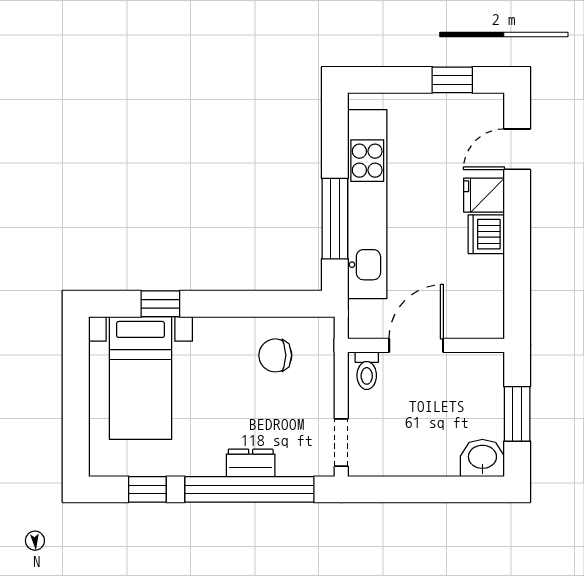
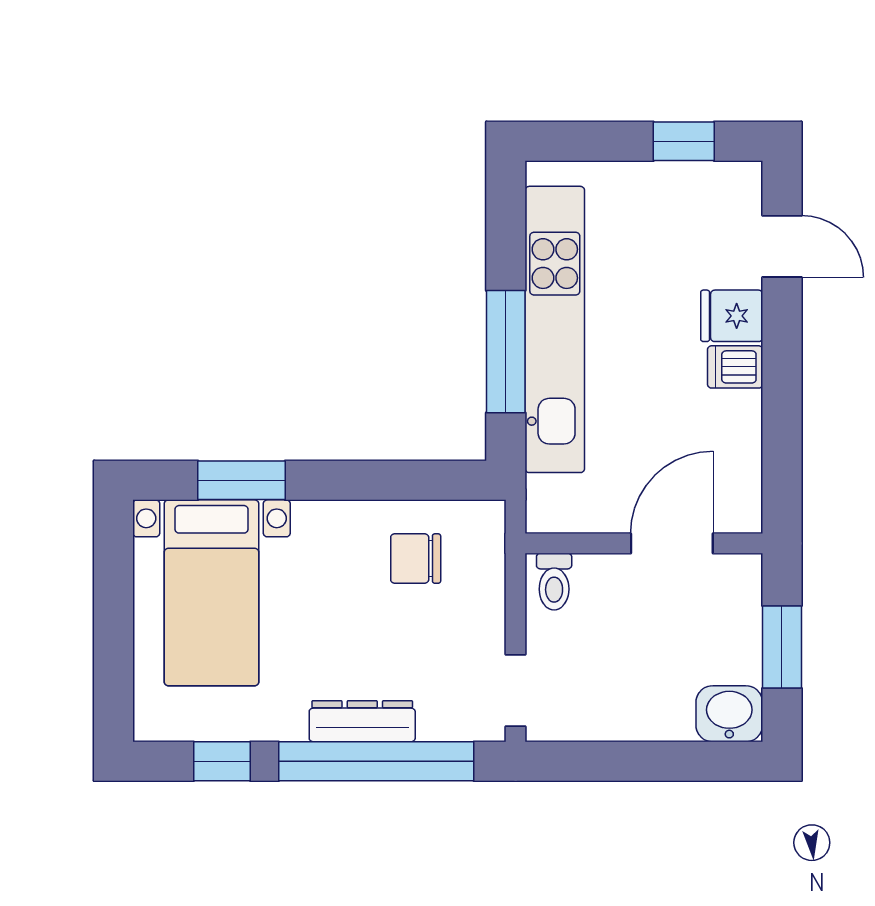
door: (517, 149) -> (782, 246), swing flipped
dishwasher: (486, 234) -> (735, 367), width x0.73
window: (160, 304) -> (242, 480), width x1.50
door: (416, 345) -> (672, 543), moved
dresser: (251, 463) -> (362, 721), width x1.44

